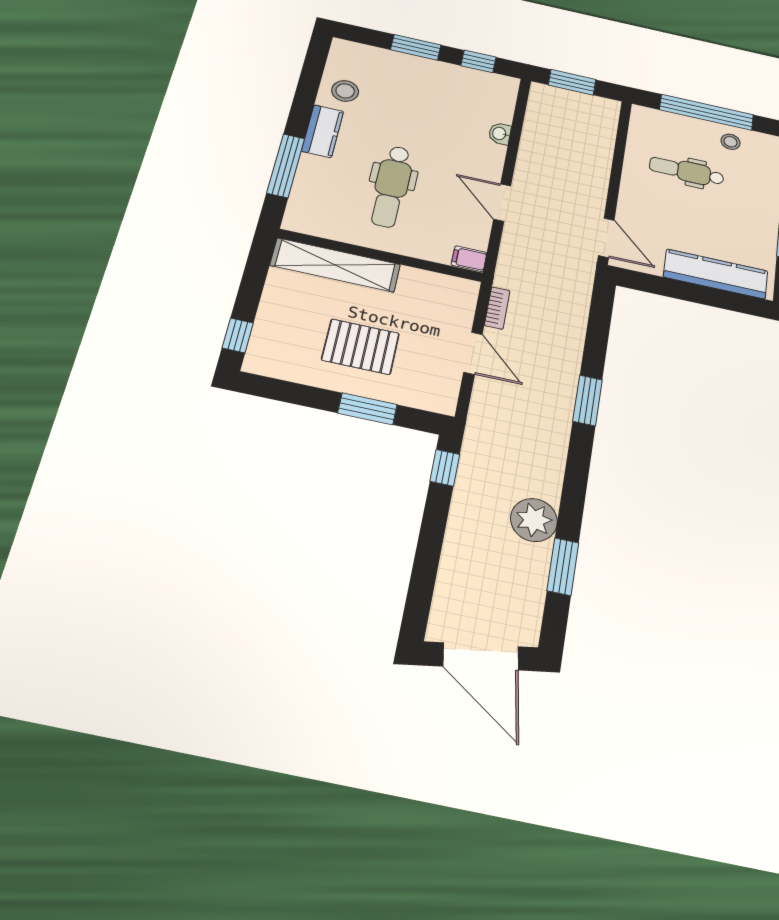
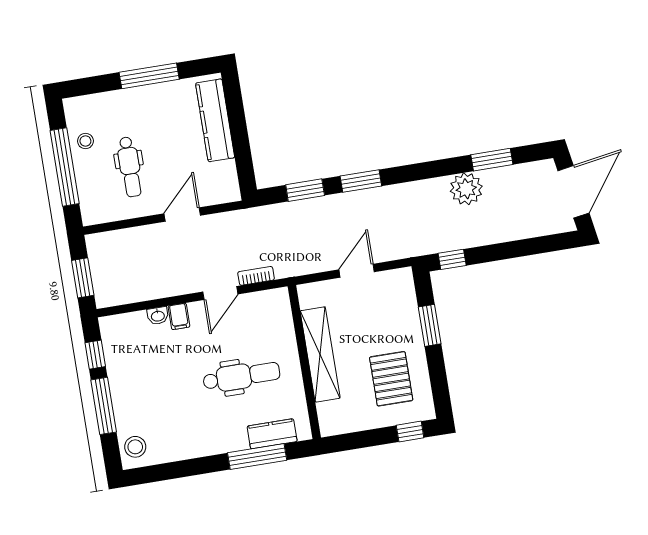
window: (416, 47) -> (104, 406), width x1.44
stool: (345, 91) -> (135, 447), moved
kitchen counter: (323, 131) -> (272, 434), moved
door: (606, 238) -> (182, 215), moved
filing cabinet: (469, 259) -> (179, 316), moved
shelving: (335, 265) -> (320, 354), moved
bookcase: (497, 308) -> (256, 276), moved
window: (597, 335) -> (305, 190), added
pallet: (360, 347) -> (391, 379), moved

